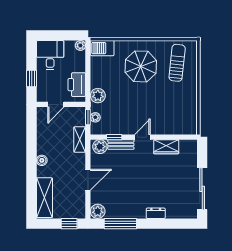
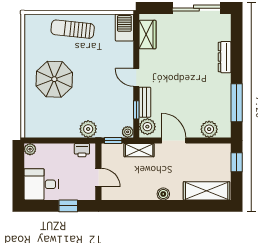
barbecue: (102, 48) -> (124, 28), moved, turned 180
sun lounger: (177, 63) -> (73, 29), moved
printer: (77, 85) -> (82, 150), width x0.53, depth x0.68
plant: (95, 117) -> (128, 132), moved
wardrobe: (166, 147) -> (147, 35), moved
door: (88, 180) -> (174, 140), moved
plant: (98, 211) -> (209, 129), moved
dresser: (156, 213) -> (225, 57), width x1.44

